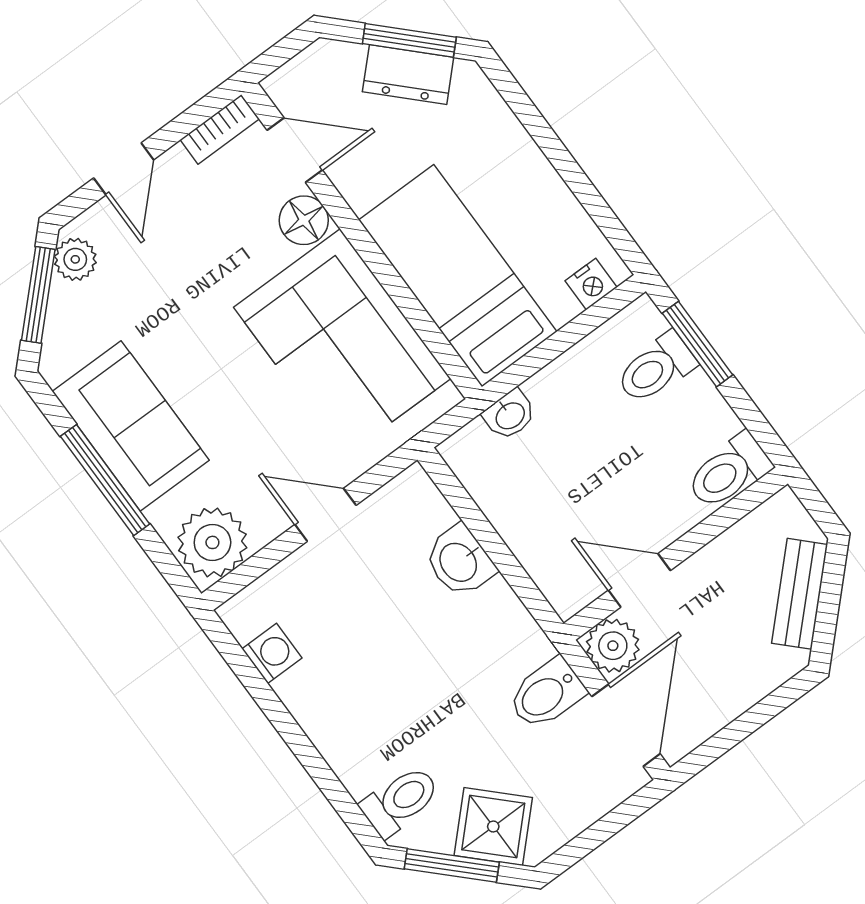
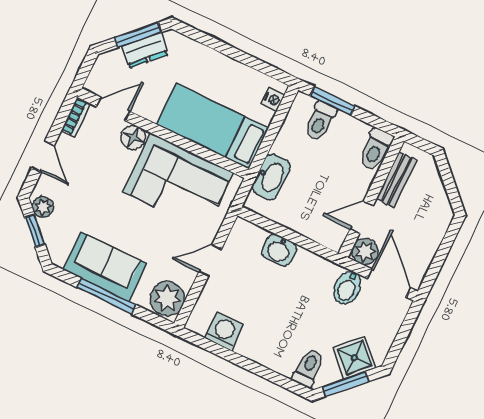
window: (38, 295) -> (35, 231), width x0.67
washbasin: (510, 415) -> (271, 177), width x1.91, depth x1.45
bench: (800, 594) -> (396, 180), moved, turned 45
washing machine: (272, 653) -> (224, 331), width x1.38, depth x1.38

